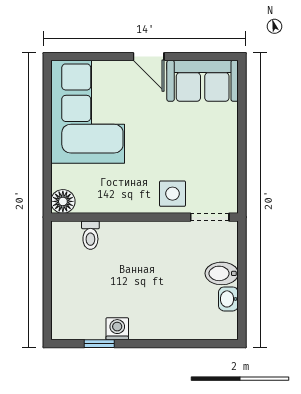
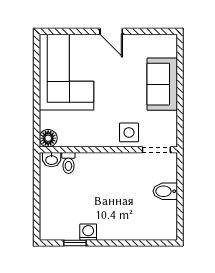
sofa: (203, 81) -> (162, 84), moved, turned 90
washbasin: (228, 299) -> (52, 160), moved, turned -90

